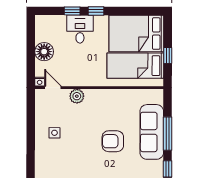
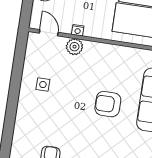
nightstand: (40, 82) -> (78, 30), moved

